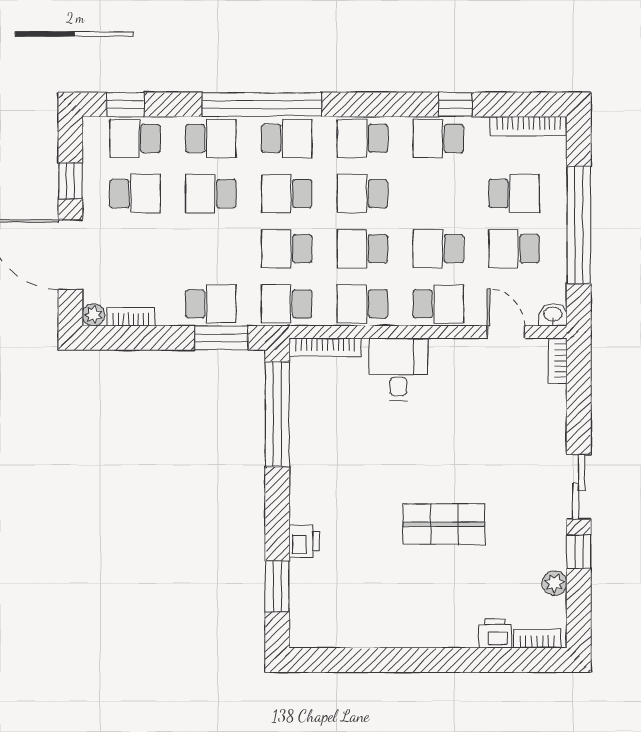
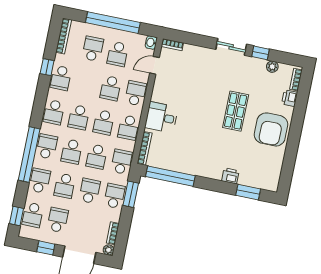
school desk: (211, 249) -> (90, 191), added
school desk: (287, 304) -> (121, 162), turned 180
armchair: (420, 608) -> (271, 129), added

